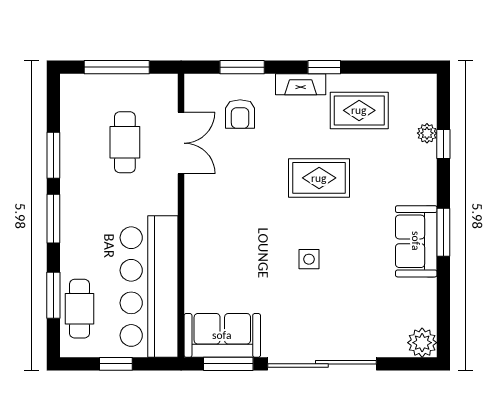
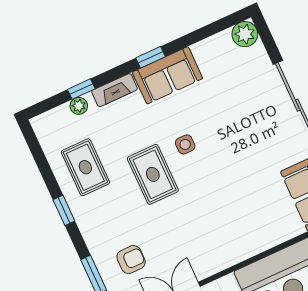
fireplace: (301, 84) -> (115, 90), moved, turned 90
window: (443, 232) -> (150, 57), width x0.67
side table: (309, 259) -> (185, 144), moved

